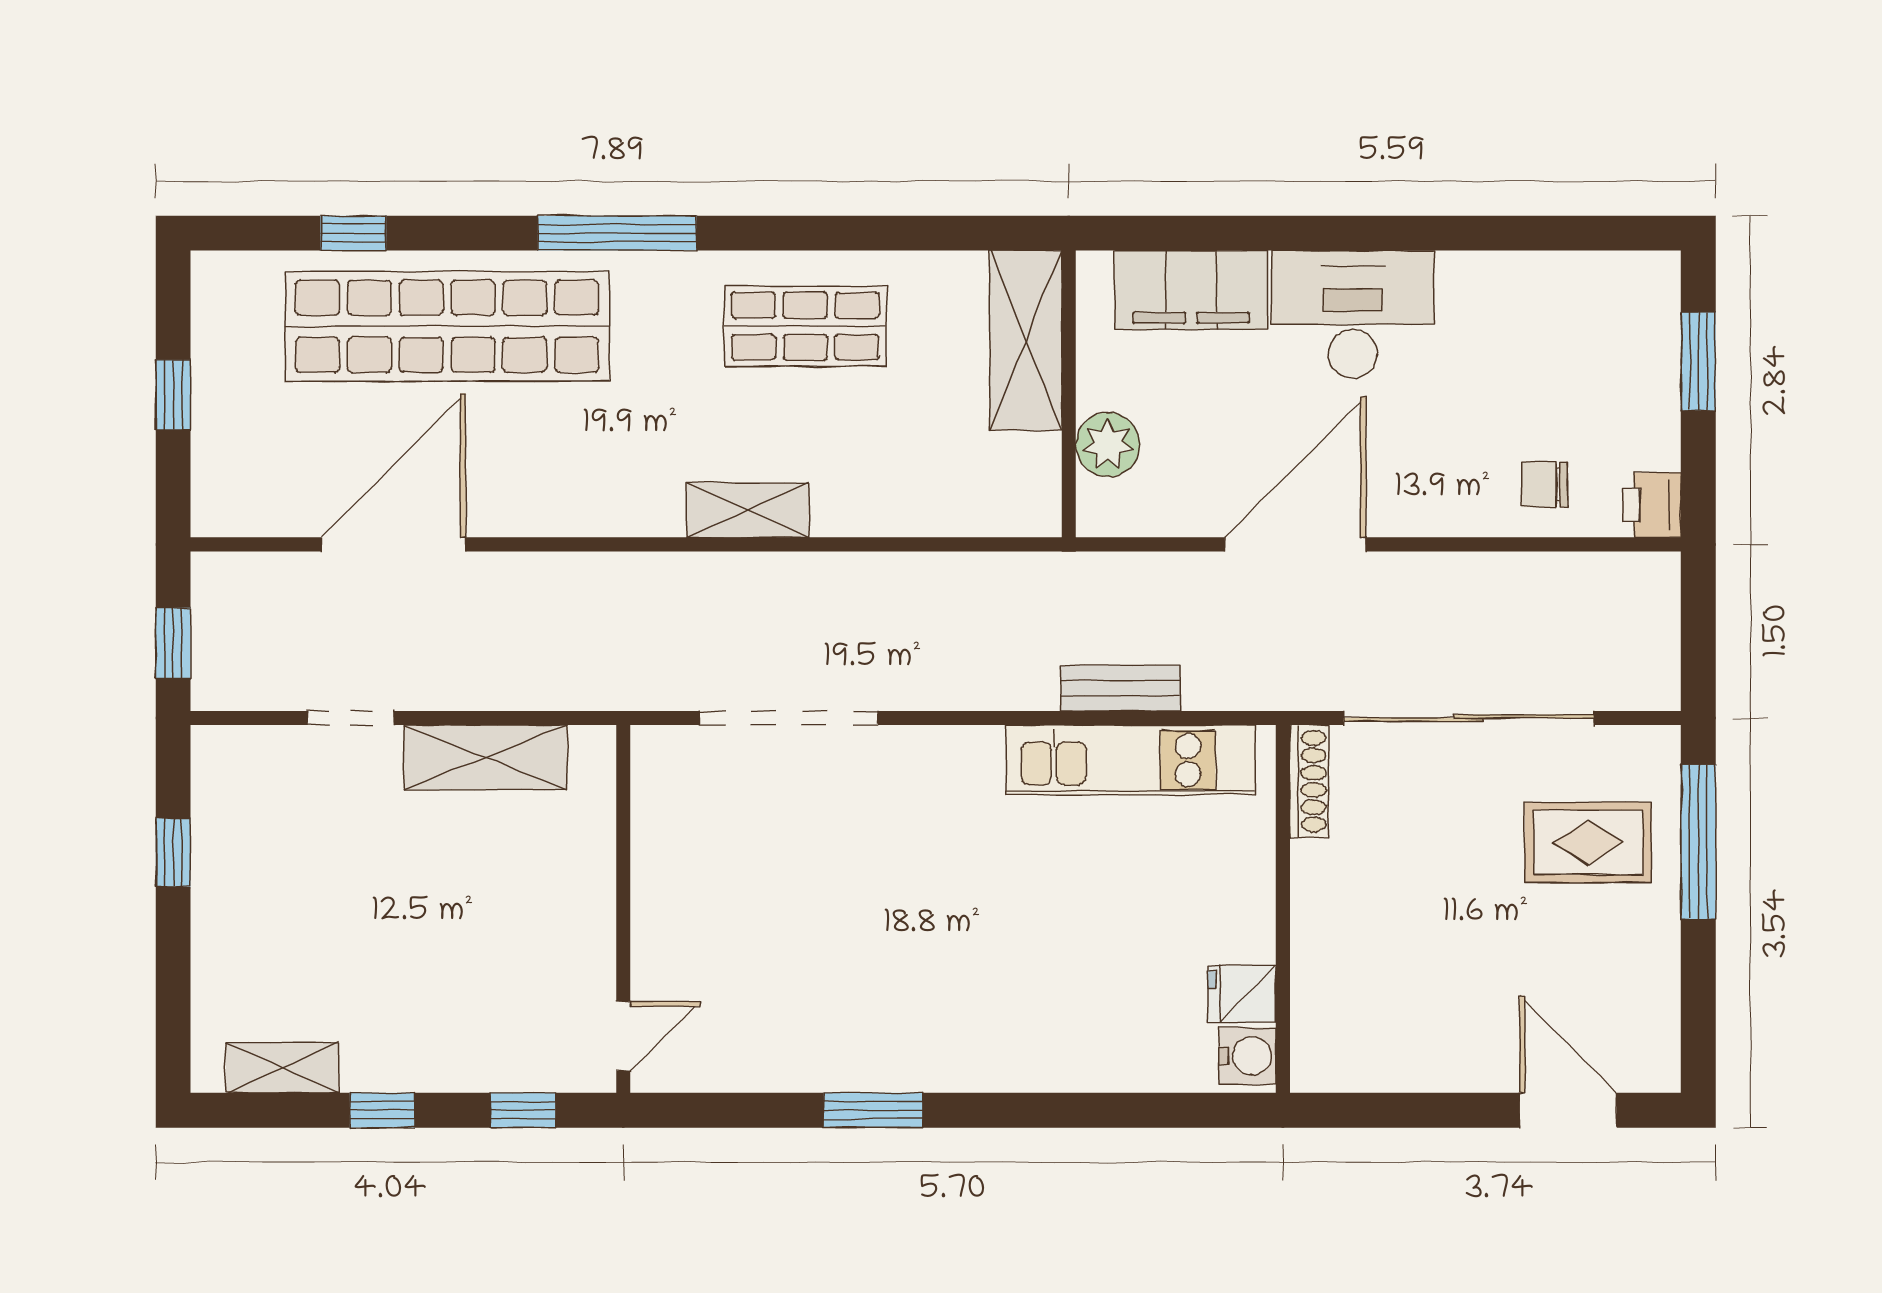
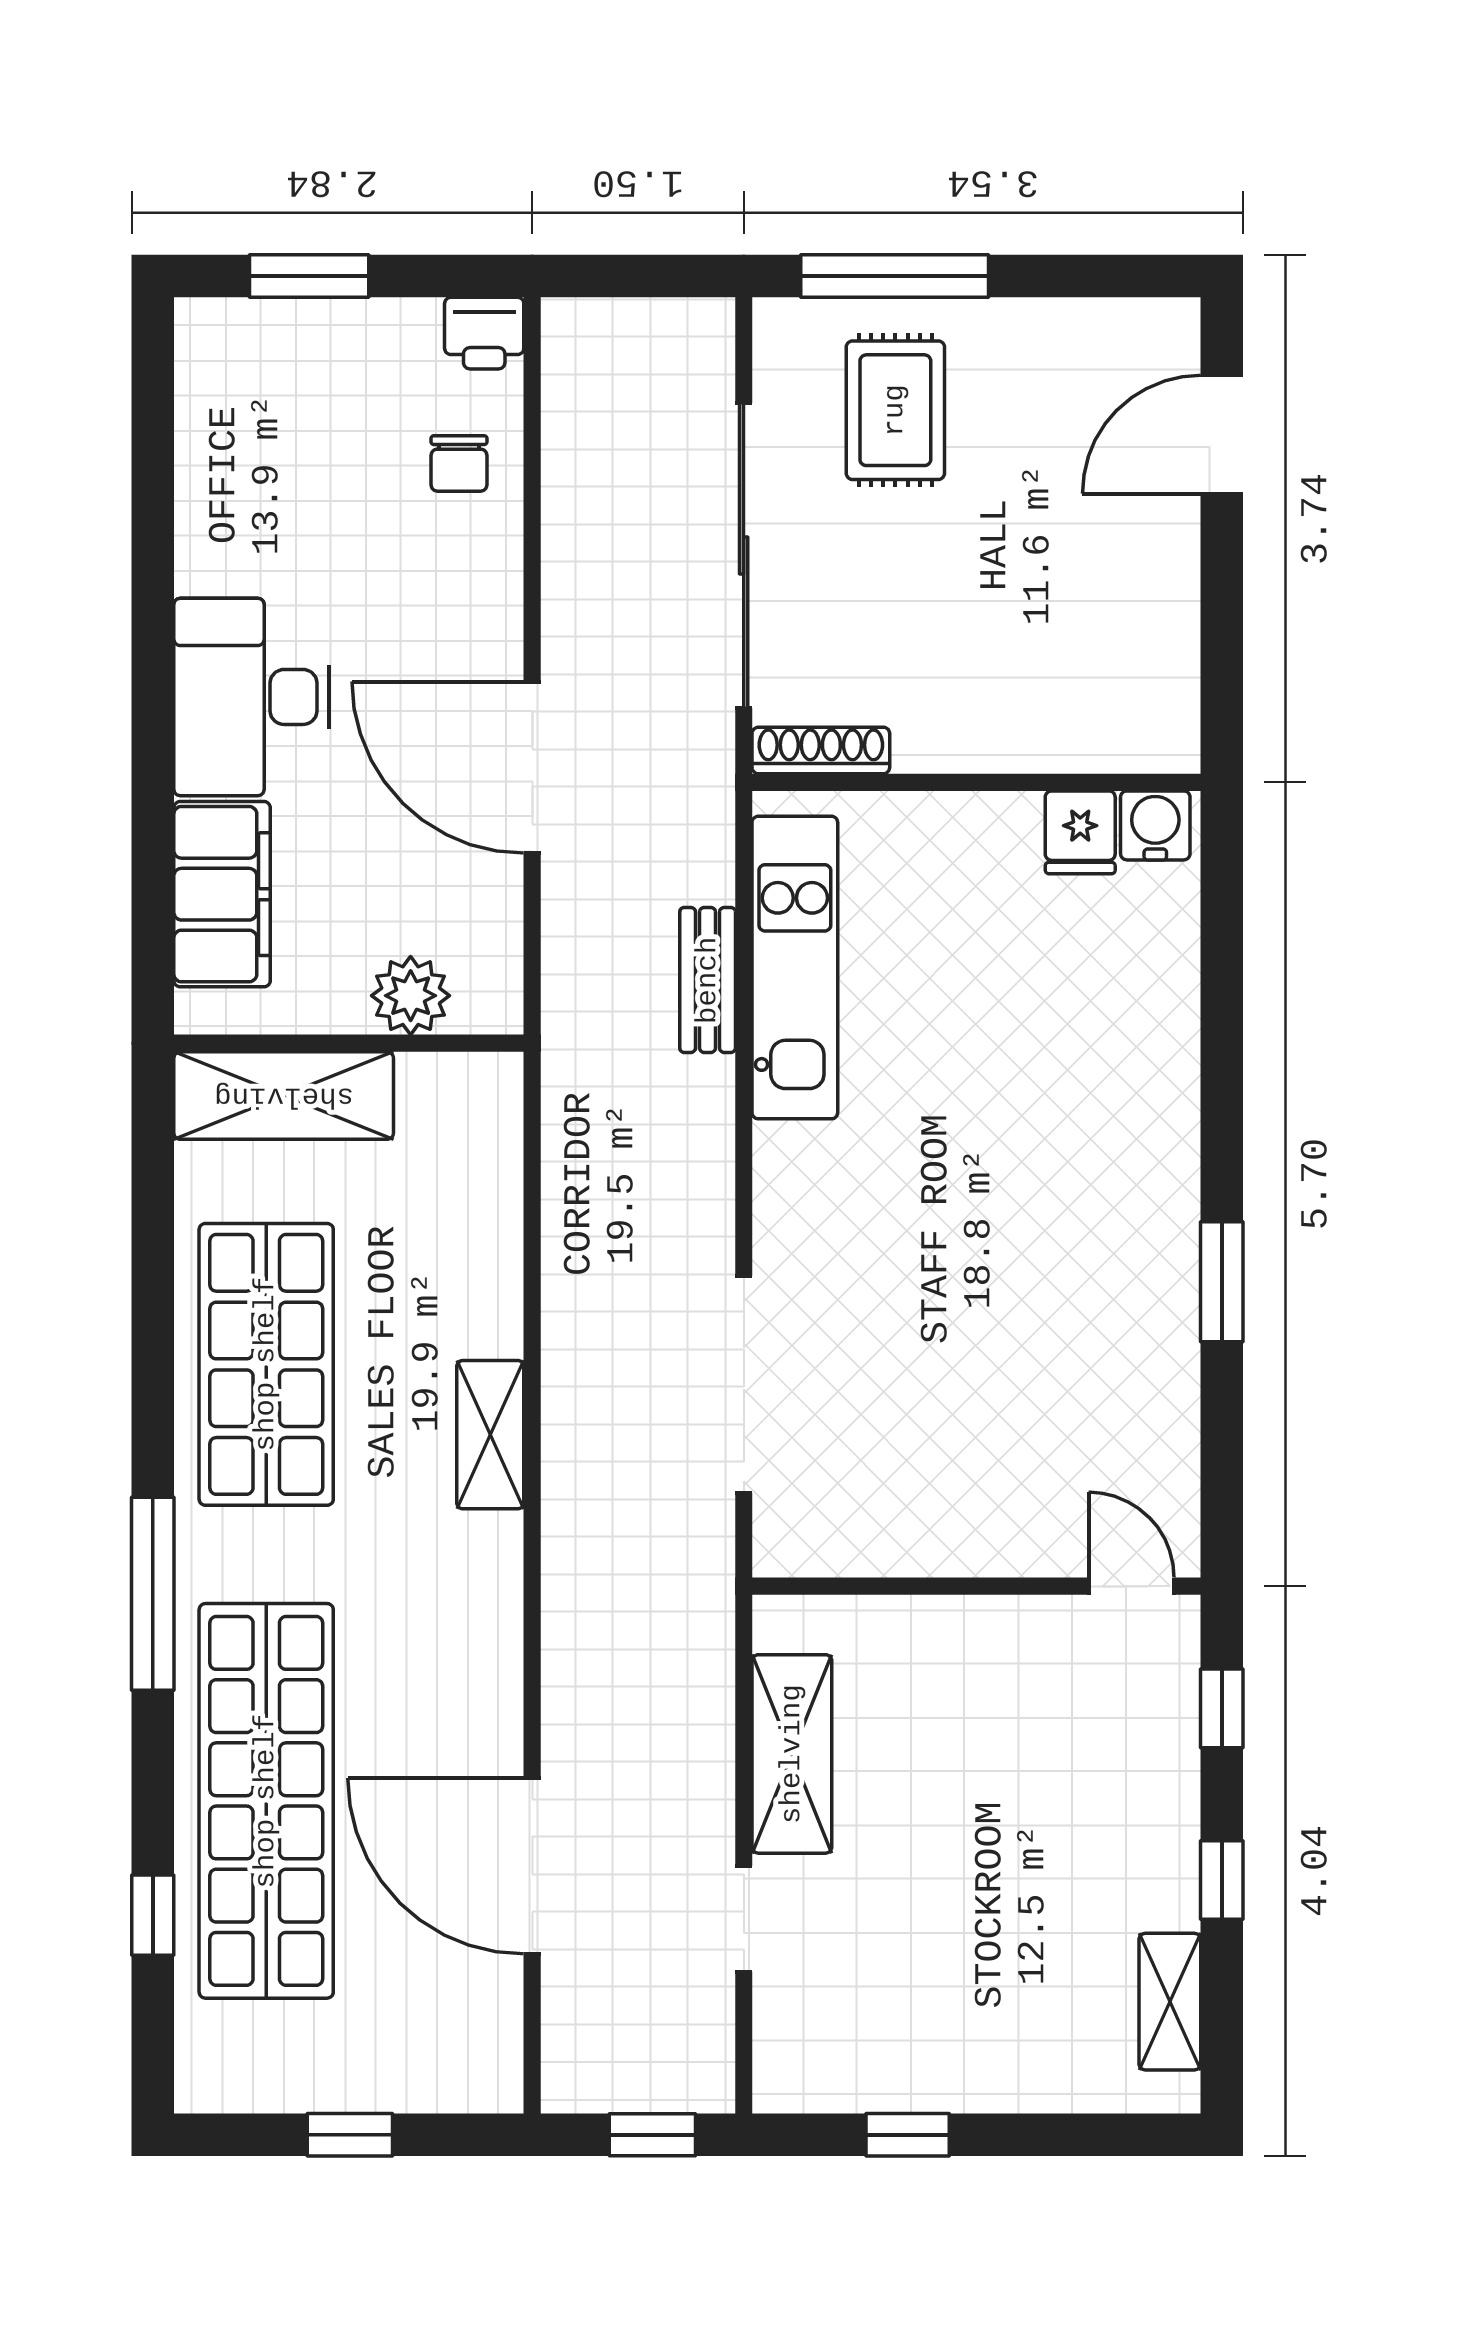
shop shelf: (805, 326) -> (266, 1364), width x1.43, depth x1.36

